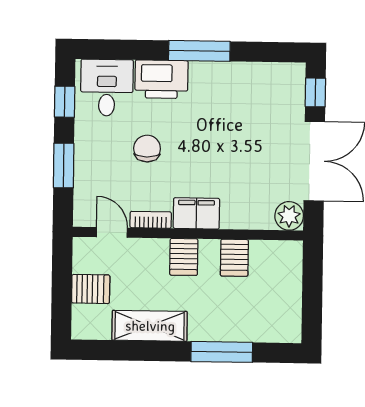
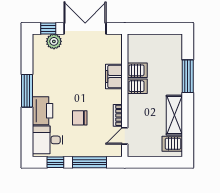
window: (64, 166) -> (89, 162), width x1.44
filing cabinet: (196, 213) -> (114, 77), moved
plant: (289, 216) -> (54, 41), moved
server rack: (184, 257) -> (137, 86), moved
server rack: (91, 289) -> (172, 144), moved, turned -90

